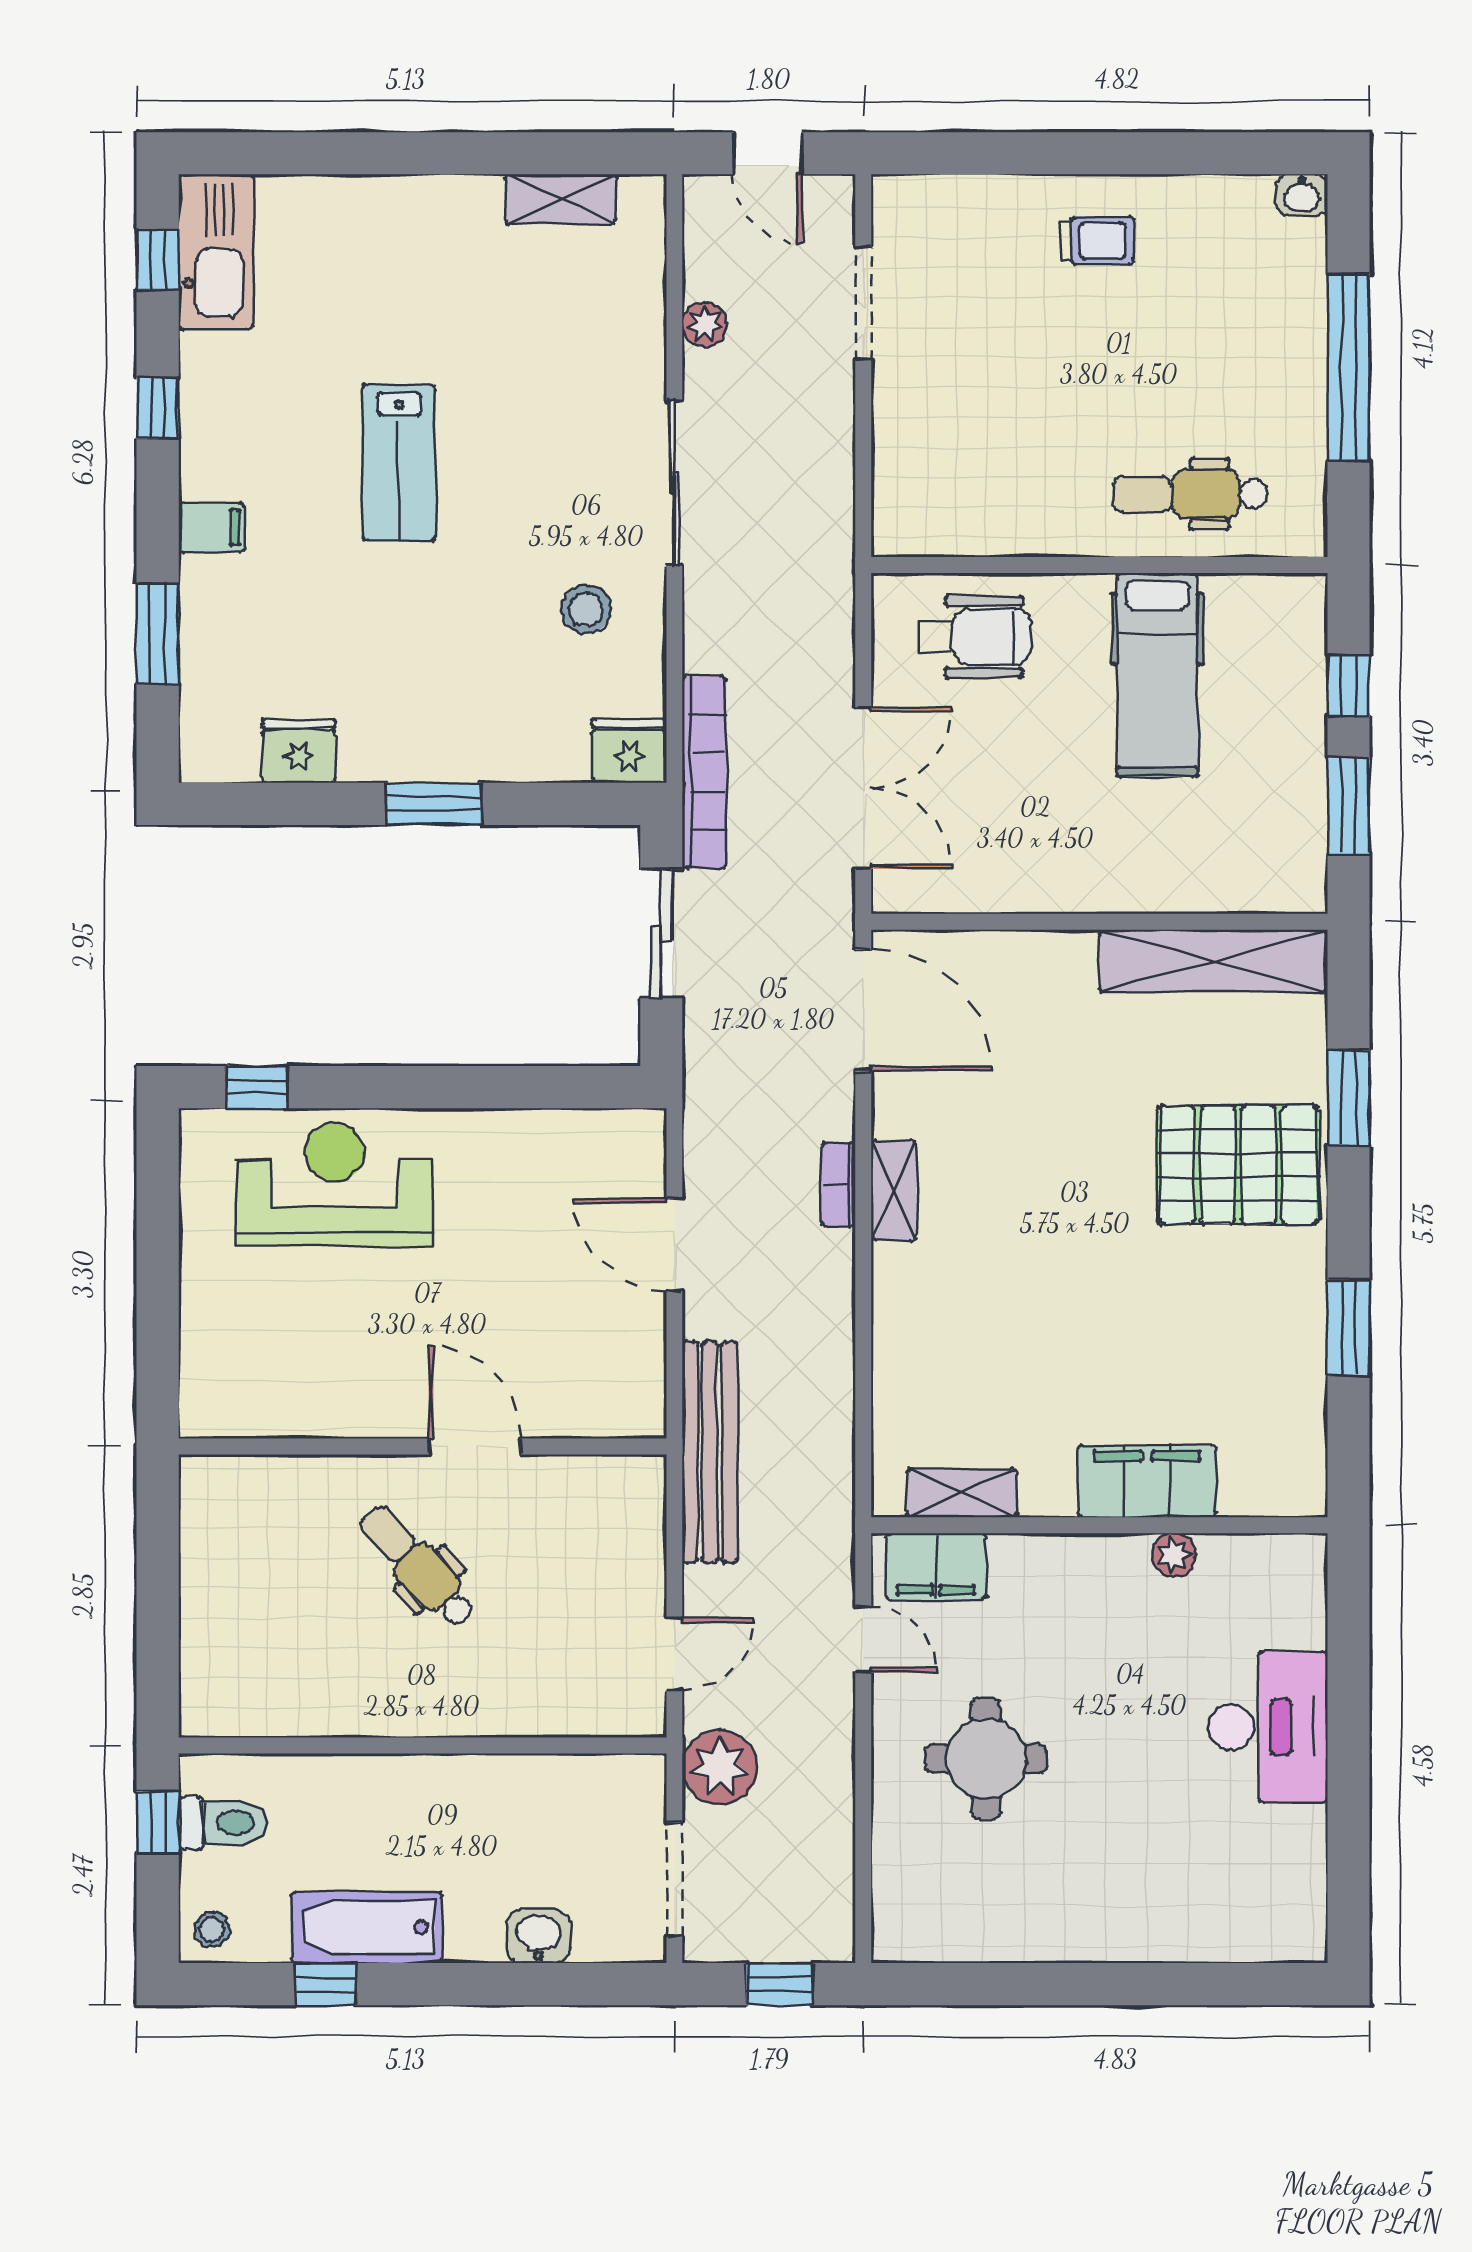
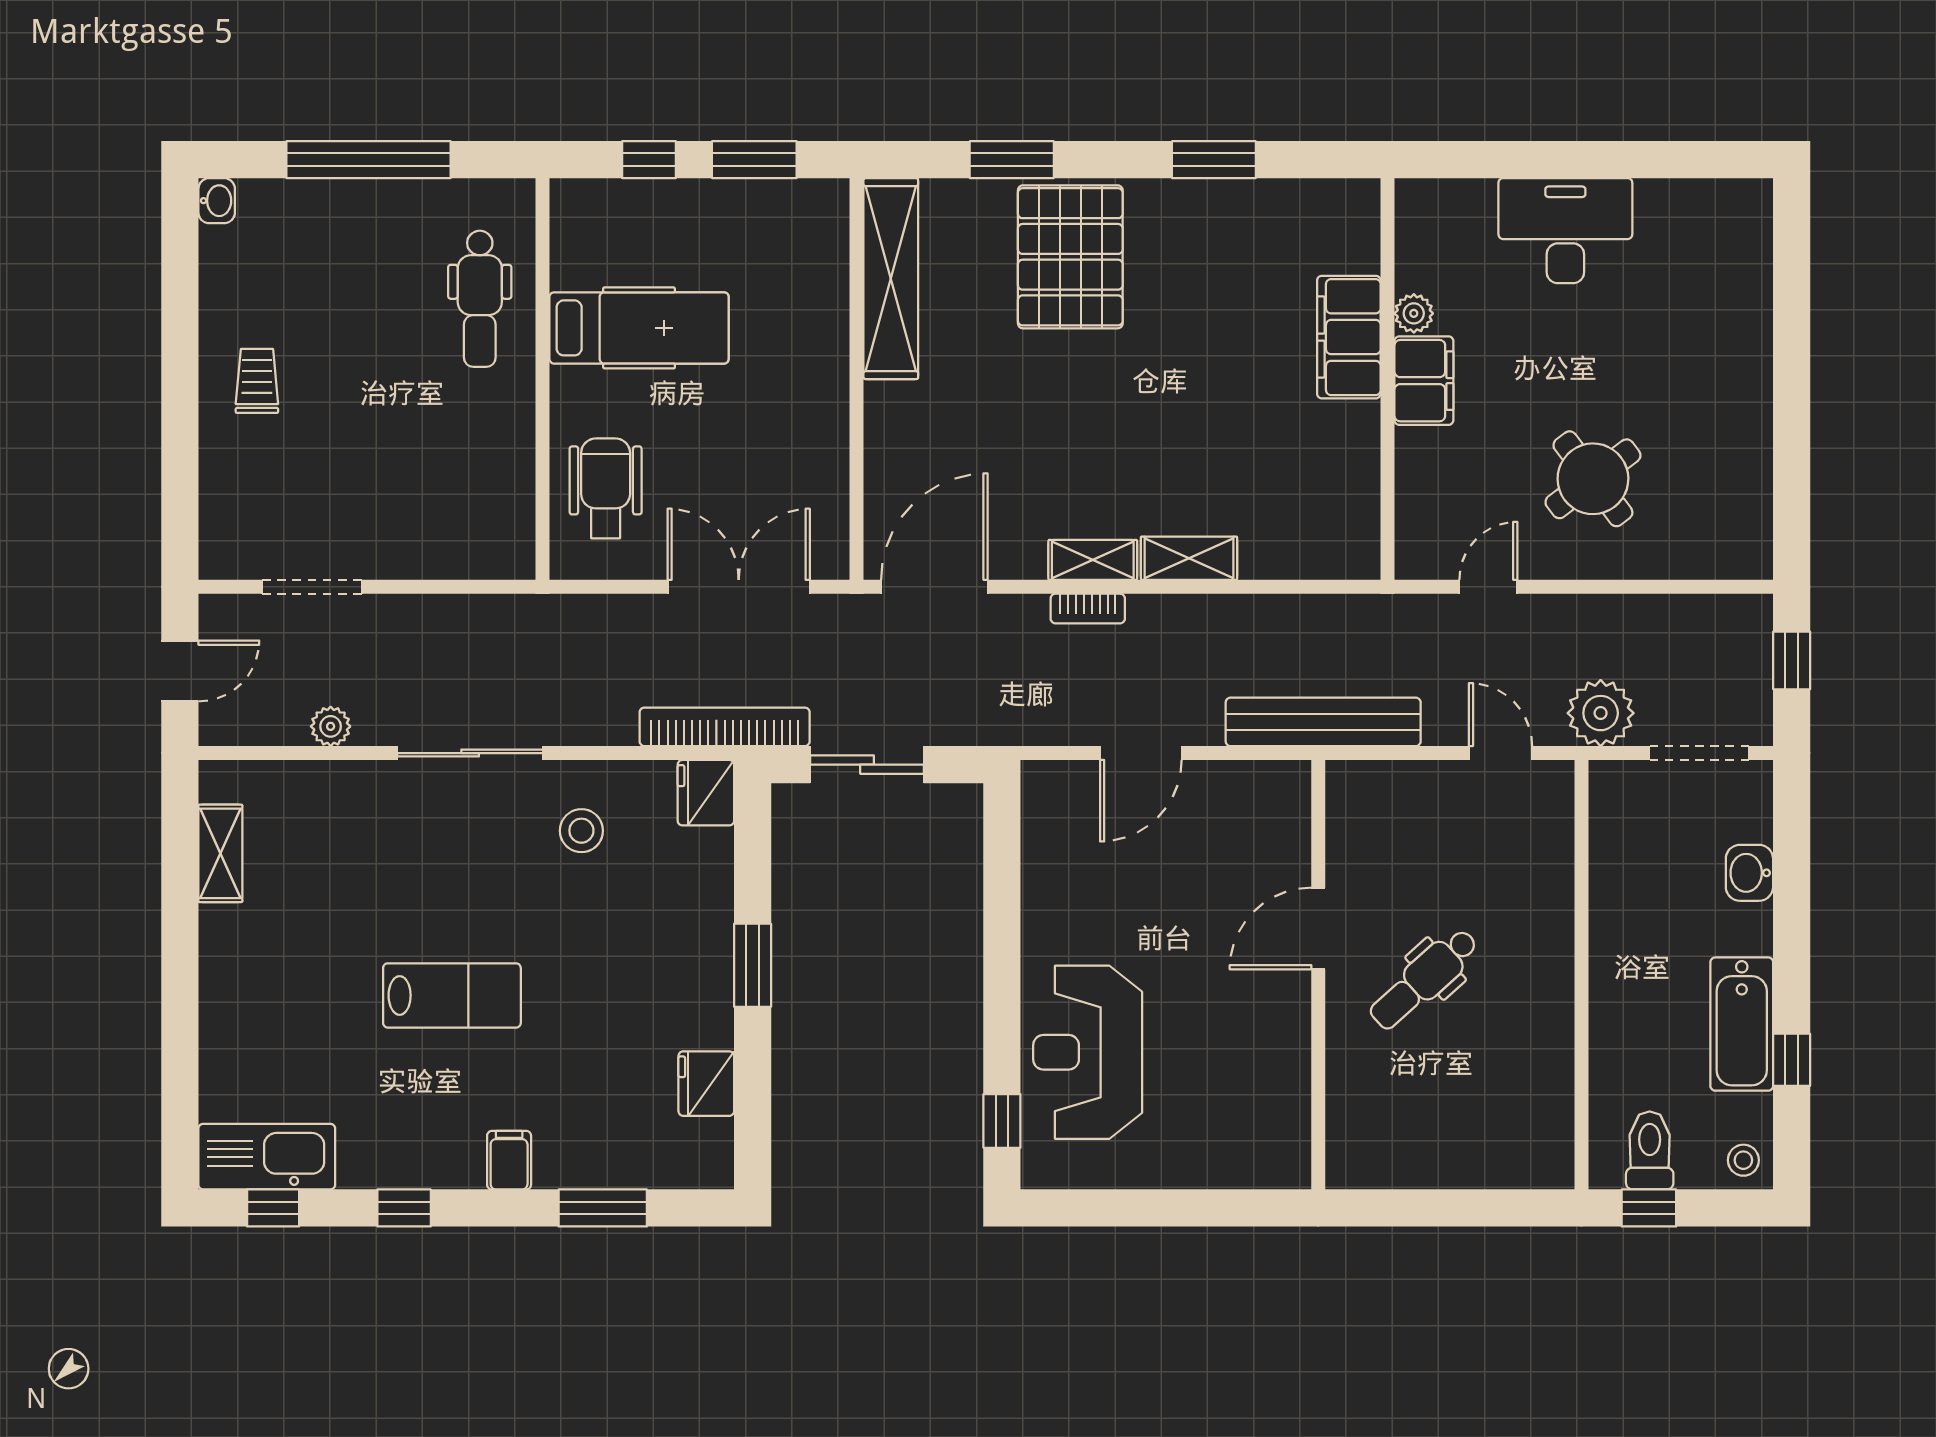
shelving: (962, 1493) -> (1189, 558), moved, turned 90
filing cabinet: (936, 1566) -> (1424, 381), moved
round table: (986, 1759) -> (1593, 479), turned -37

